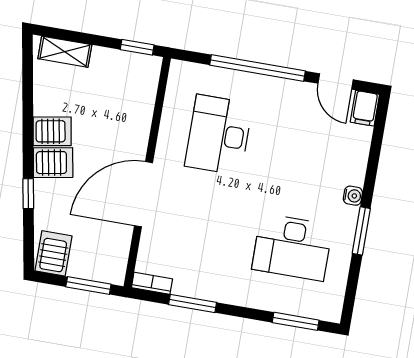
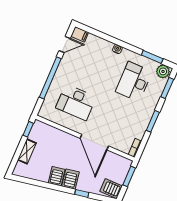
shelving: (65, 52) -> (27, 151), moved
window: (361, 231) -> (152, 57), moved
desk: (292, 247) -> (134, 82), turned 180
window: (193, 304) -> (153, 121), moved
plant: (329, 304) -> (163, 71), added

